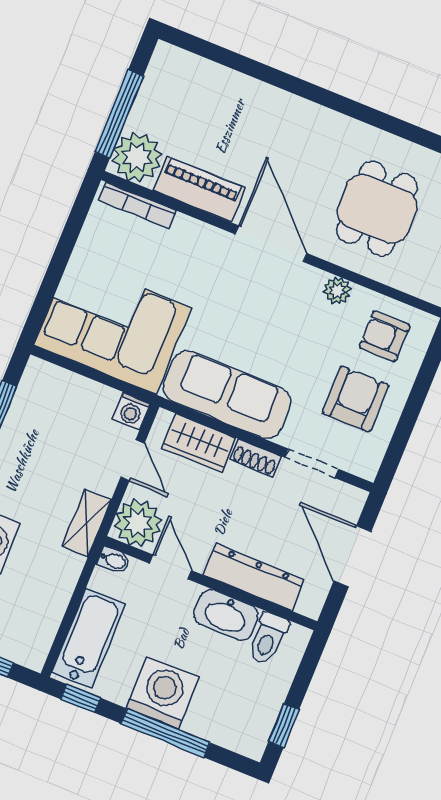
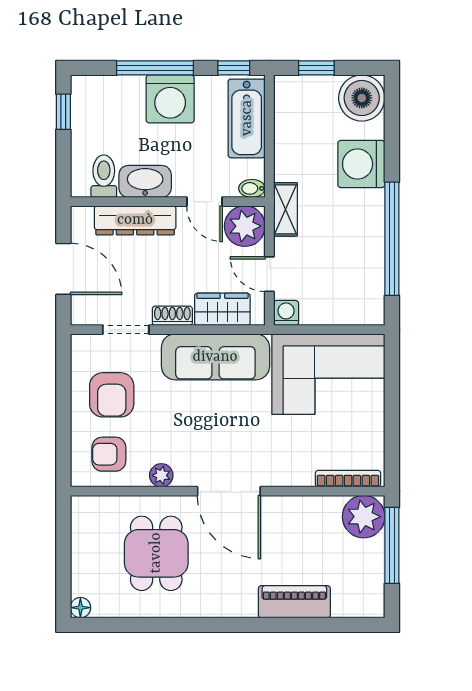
piano: (199, 189) -> (294, 602), moved, turned 180
armchair: (385, 336) -> (109, 454), turned 180

